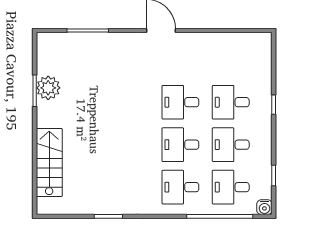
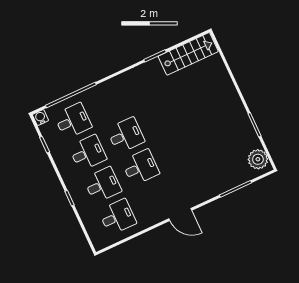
plant: (48, 88) -> (258, 159), moved
stairs: (49, 162) -> (188, 54), moved, turned -90
desk: (180, 187) -> (117, 217), moved

